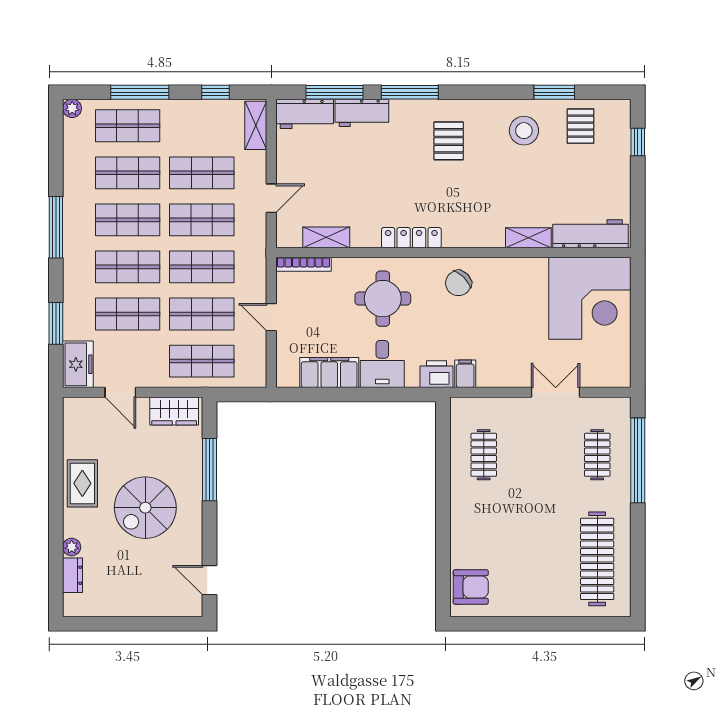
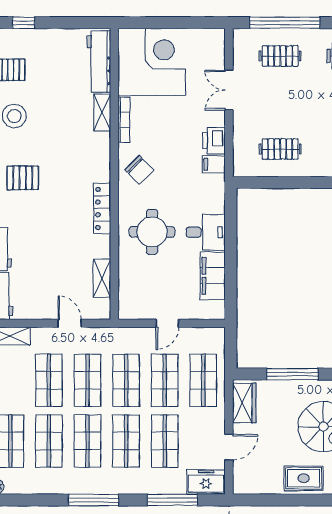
bookcase: (303, 264) -> (124, 120), moved
window: (56, 323) -> (172, 500), width x1.44
printer: (436, 374) -> (214, 141), moved

